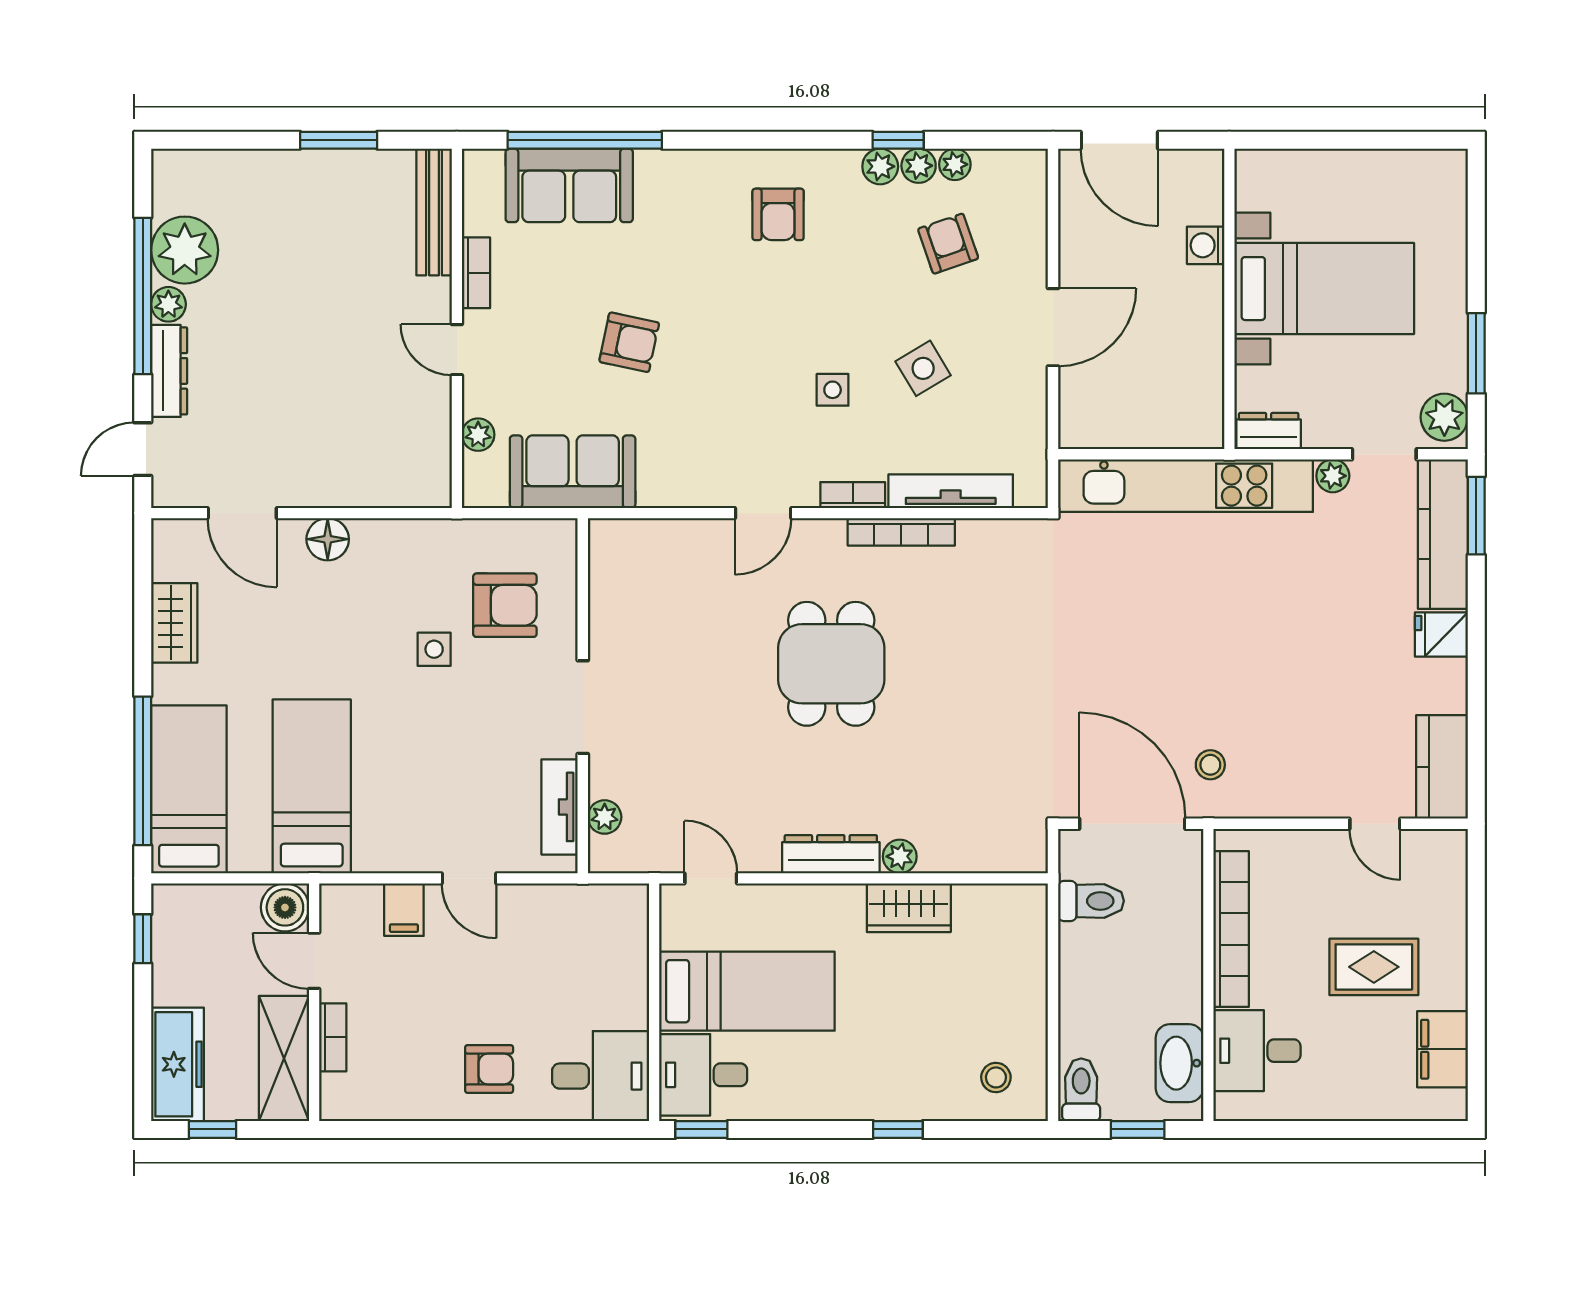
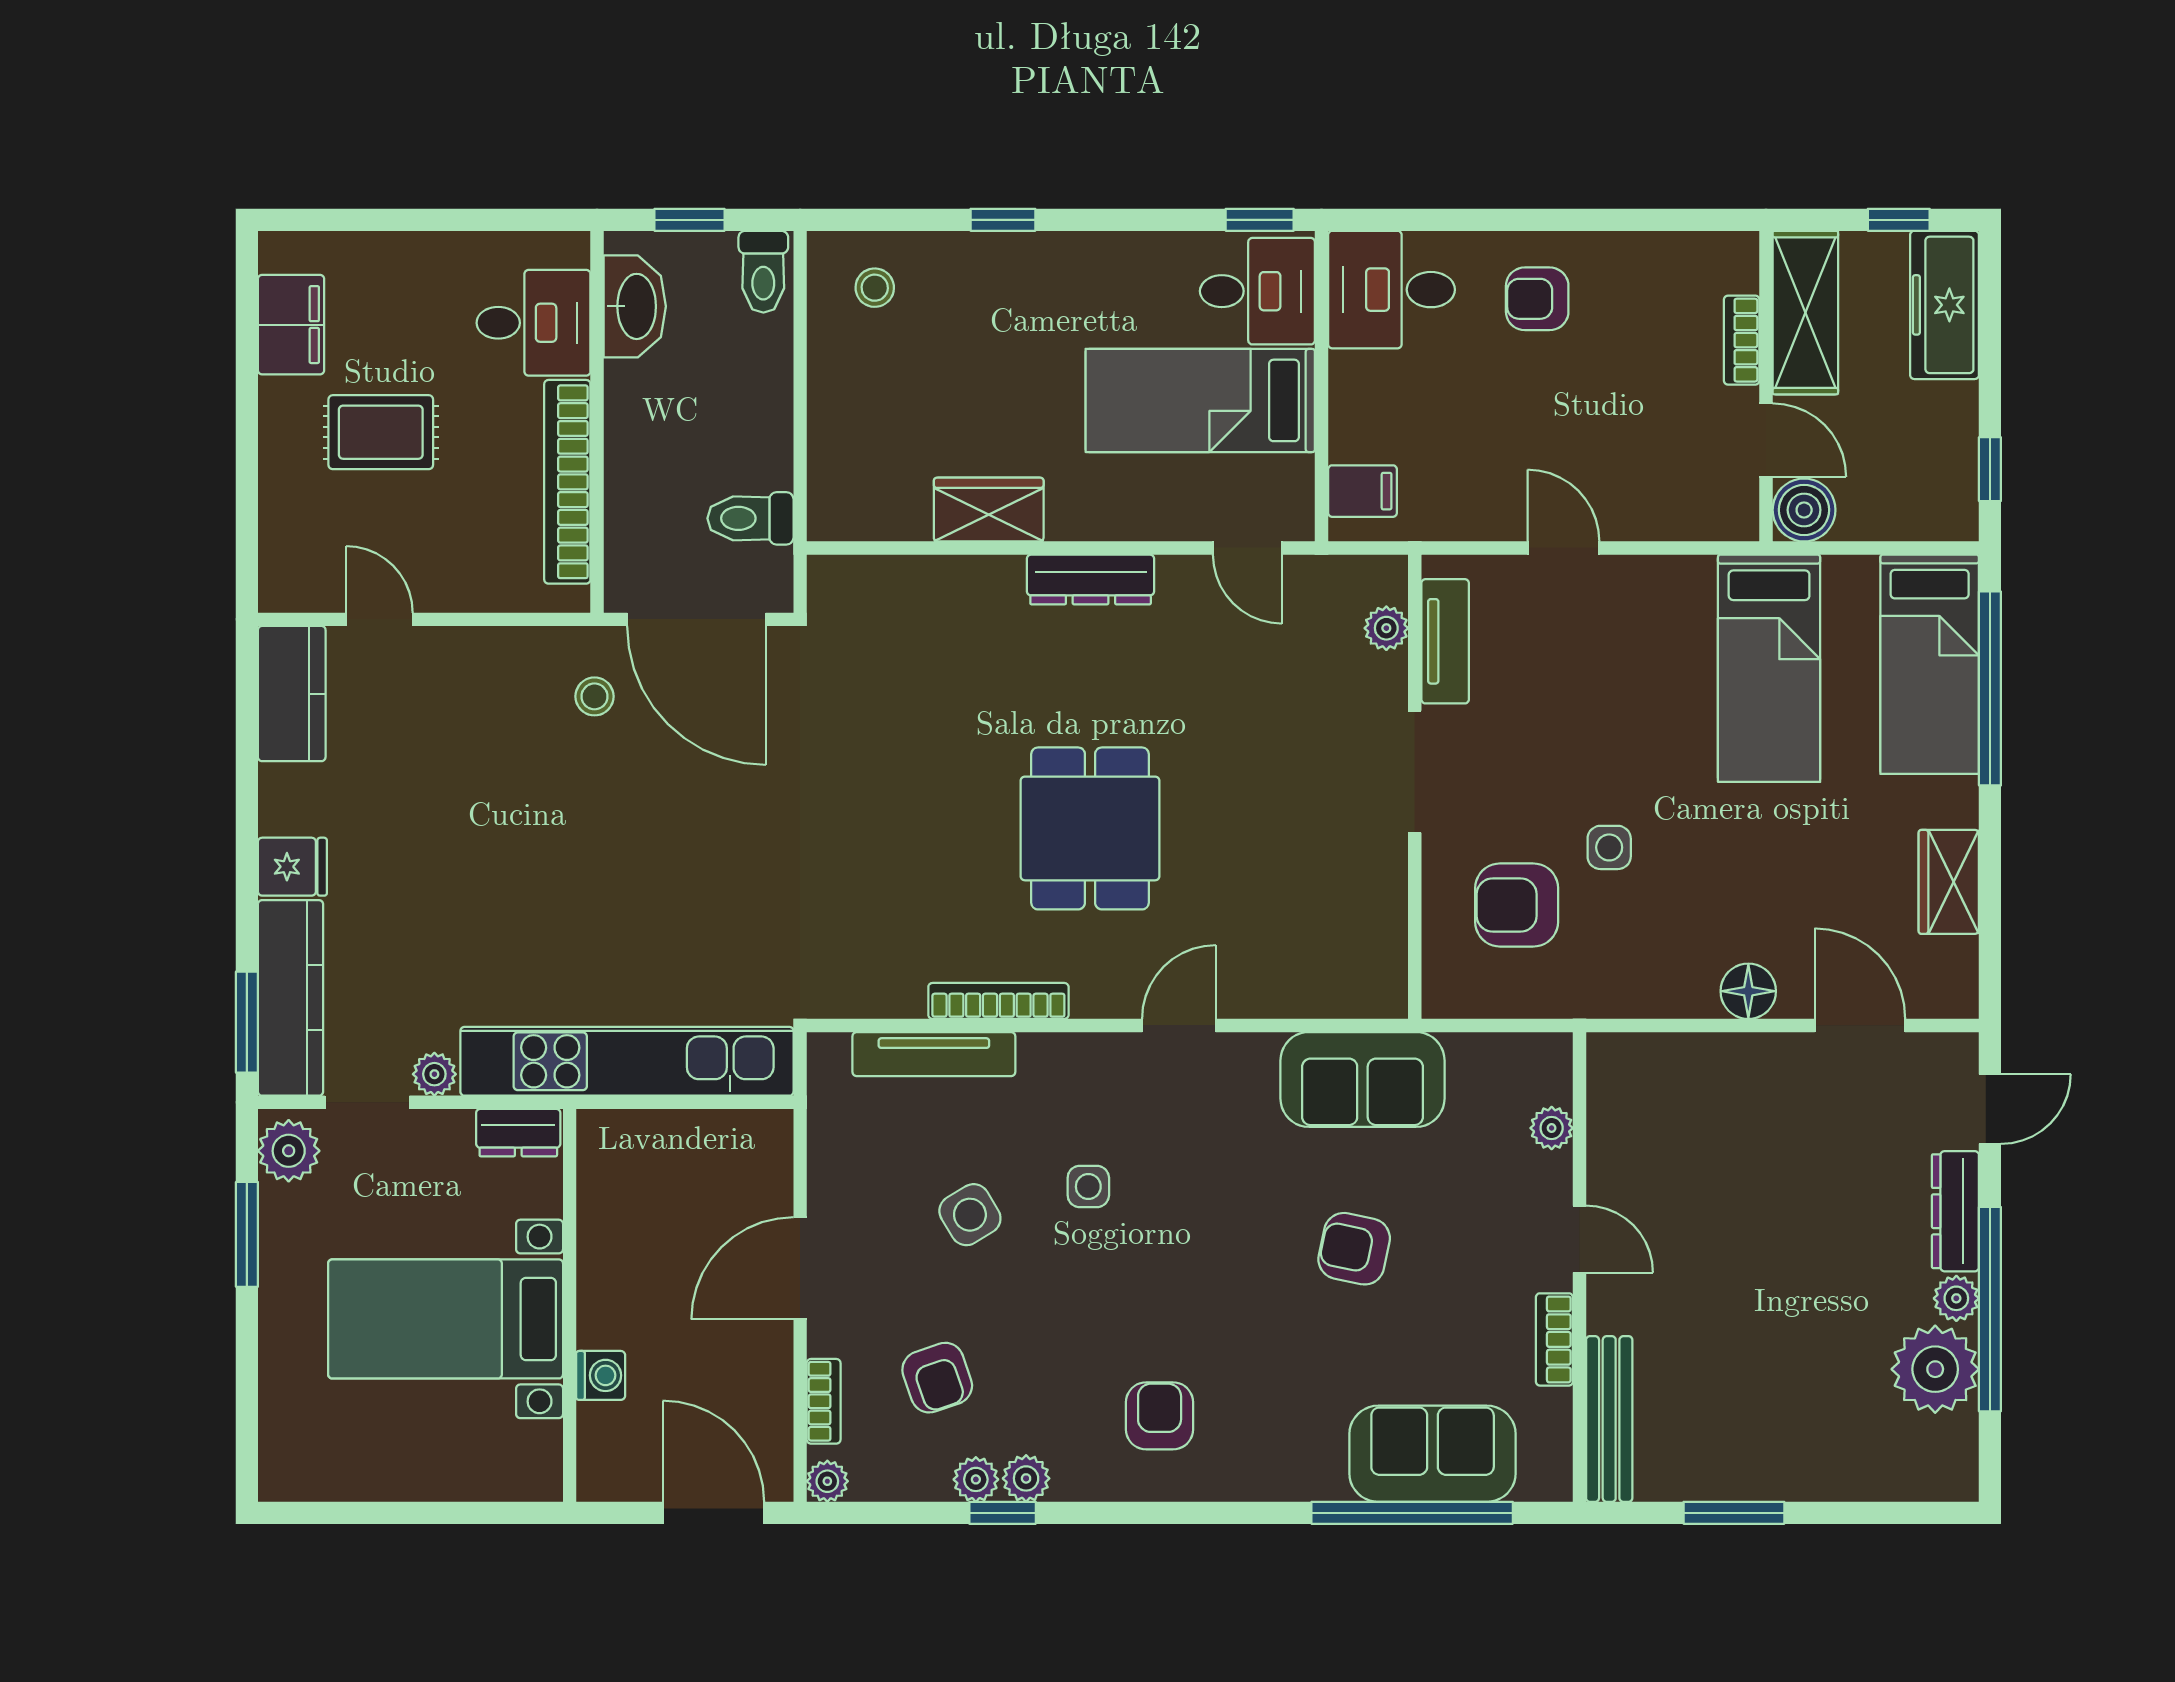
plant: (955, 164) -> (827, 1481), moved
sofa: (573, 472) -> (1362, 1079), moved
bookcase: (853, 495) -> (824, 1401), moved, turned -90
plant: (900, 856) -> (1000, 577), removed
filing cabinet: (404, 910) -> (1362, 491), moved, turned 90

